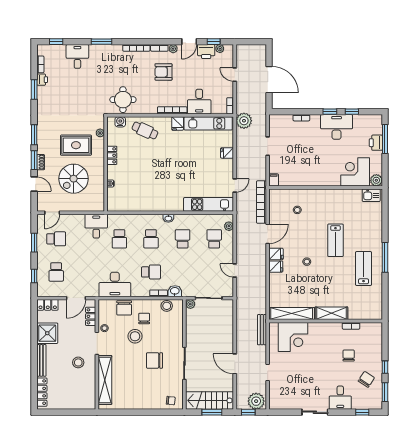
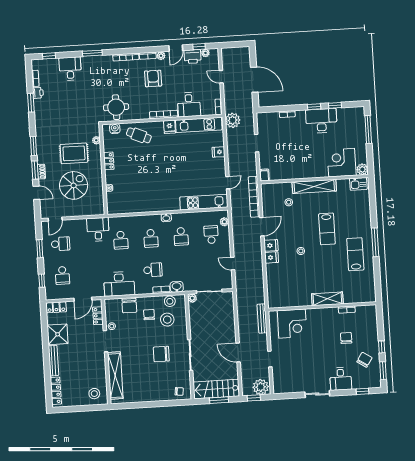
armchair: (163, 72) -> (153, 78), turned 90
printer: (376, 143) -> (360, 134), removed
spiral stairs: (74, 179) -> (74, 185), turned 180
school desk: (183, 239) -> (181, 236), turned 180
shelving: (292, 314) -> (314, 186), moved
stool: (135, 336) -> (167, 320), moved
stool: (78, 362) -> (94, 394), moved

